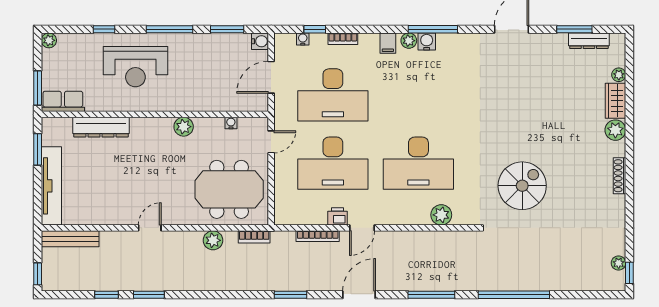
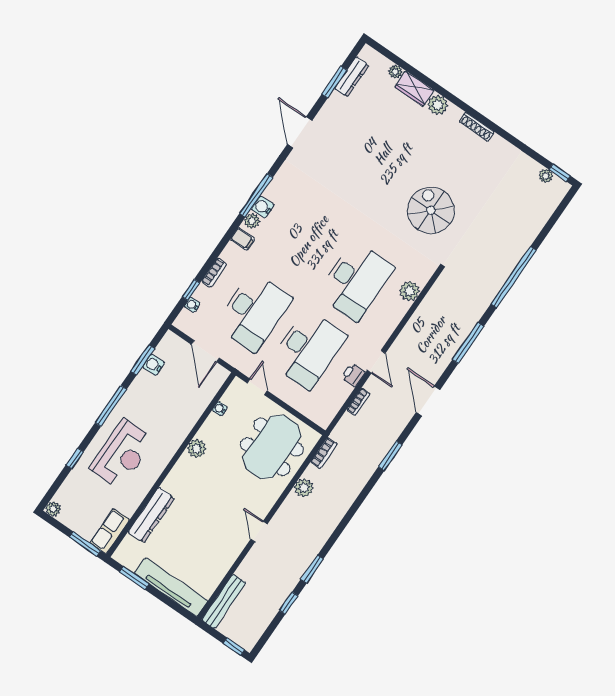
water cooler: (260, 41) -> (154, 365), moved, turned -90
bookcase: (318, 236) -> (358, 402), width x0.64

